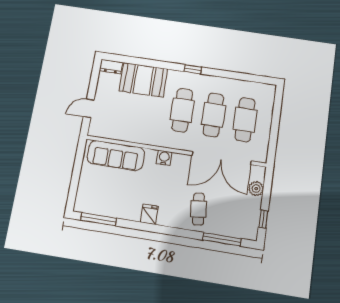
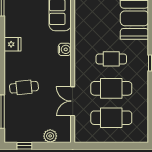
cafe table: (182, 110) -> (111, 59), width x0.73, depth x0.74
double door: (221, 158) -> (73, 101), width x0.54

